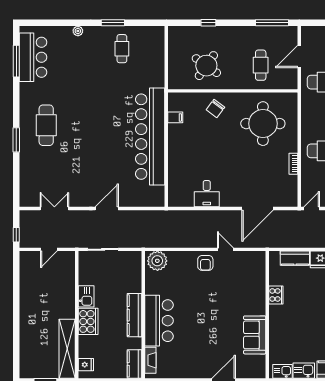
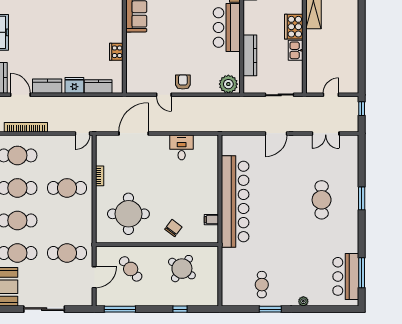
cafe table: (261, 65) -> (131, 269), turned -40
cafe table: (46, 125) -> (322, 200), moved
kitchen counter: (135, 315) -> (250, 55), moved

